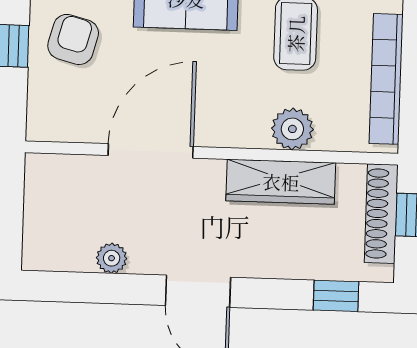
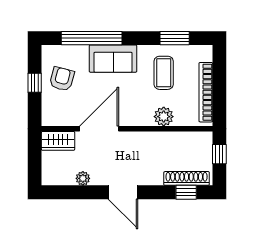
wardrobe: (281, 182) -> (58, 141), moved, width x0.67
shoe rack: (381, 214) -> (187, 178), moved, turned 90

